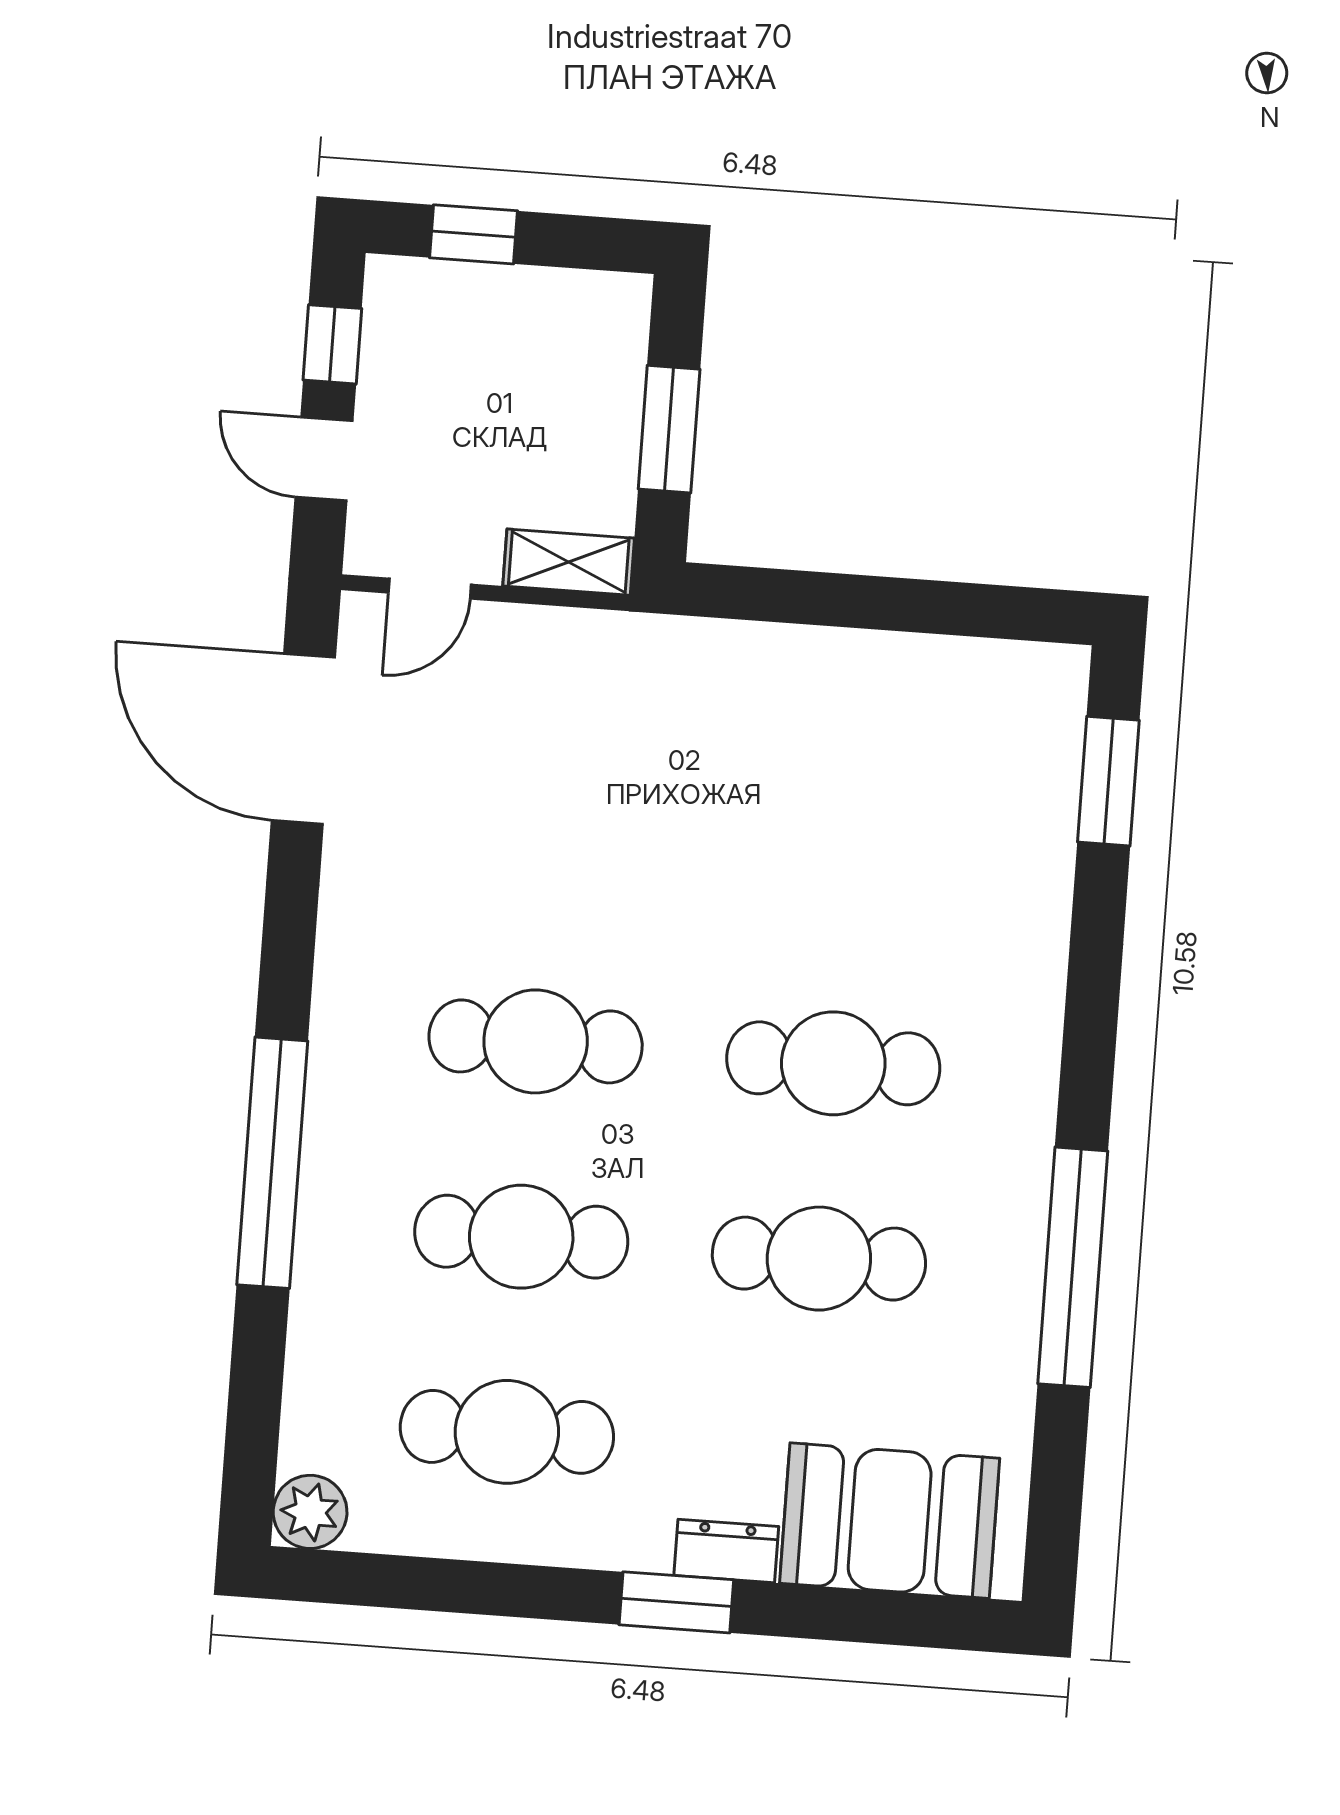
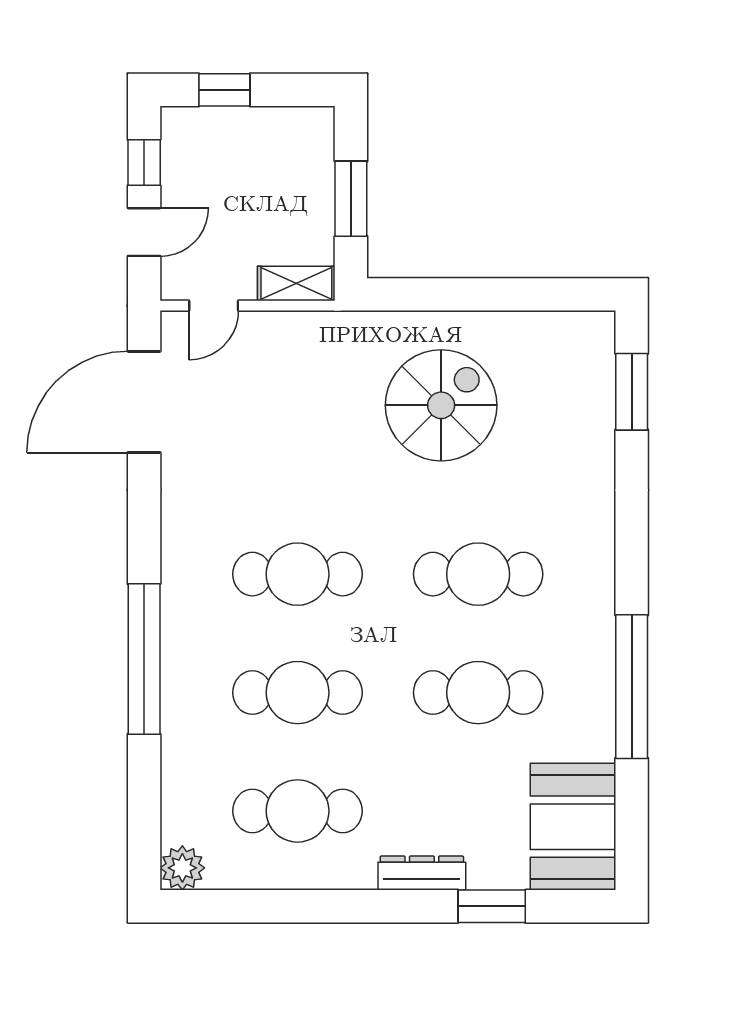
door: (324, 459) -> (144, 232), swing flipped
door: (303, 739) -> (144, 402), hinge flipped
spiral stairs: (793, 781) -> (441, 405), added
booth: (890, 1521) -> (573, 827), moved, turned 90
dresser: (726, 1551) -> (422, 873), width x1.44
window: (676, 1602) -> (492, 906), moved

